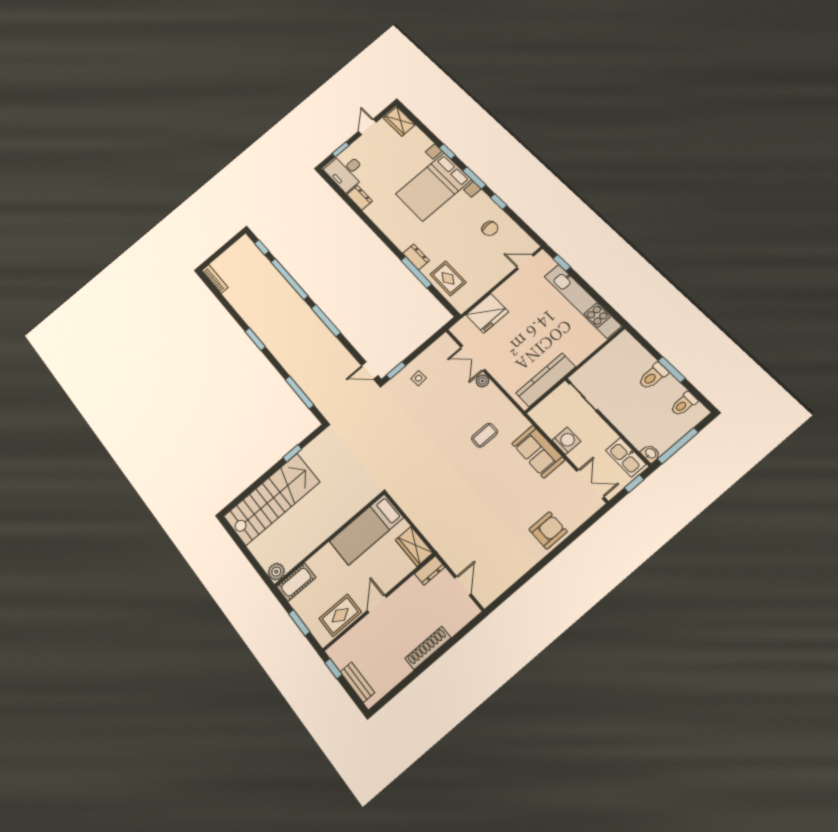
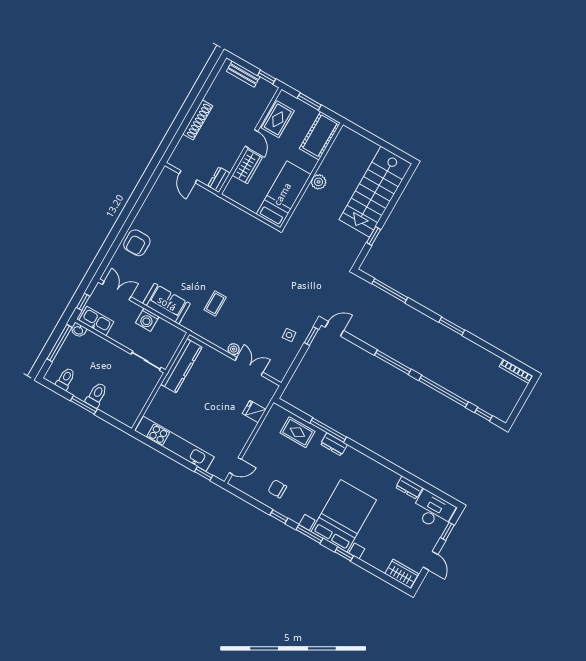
fridge: (487, 313) -> (254, 412), width x0.53, depth x0.75
double door: (590, 484) -> (117, 291), swing flipped
wardrobe: (414, 546) -> (247, 167), moved, turned 90
plant: (276, 572) -> (319, 182), moved
cot: (296, 582) -> (320, 136), width x1.37, depth x1.34

